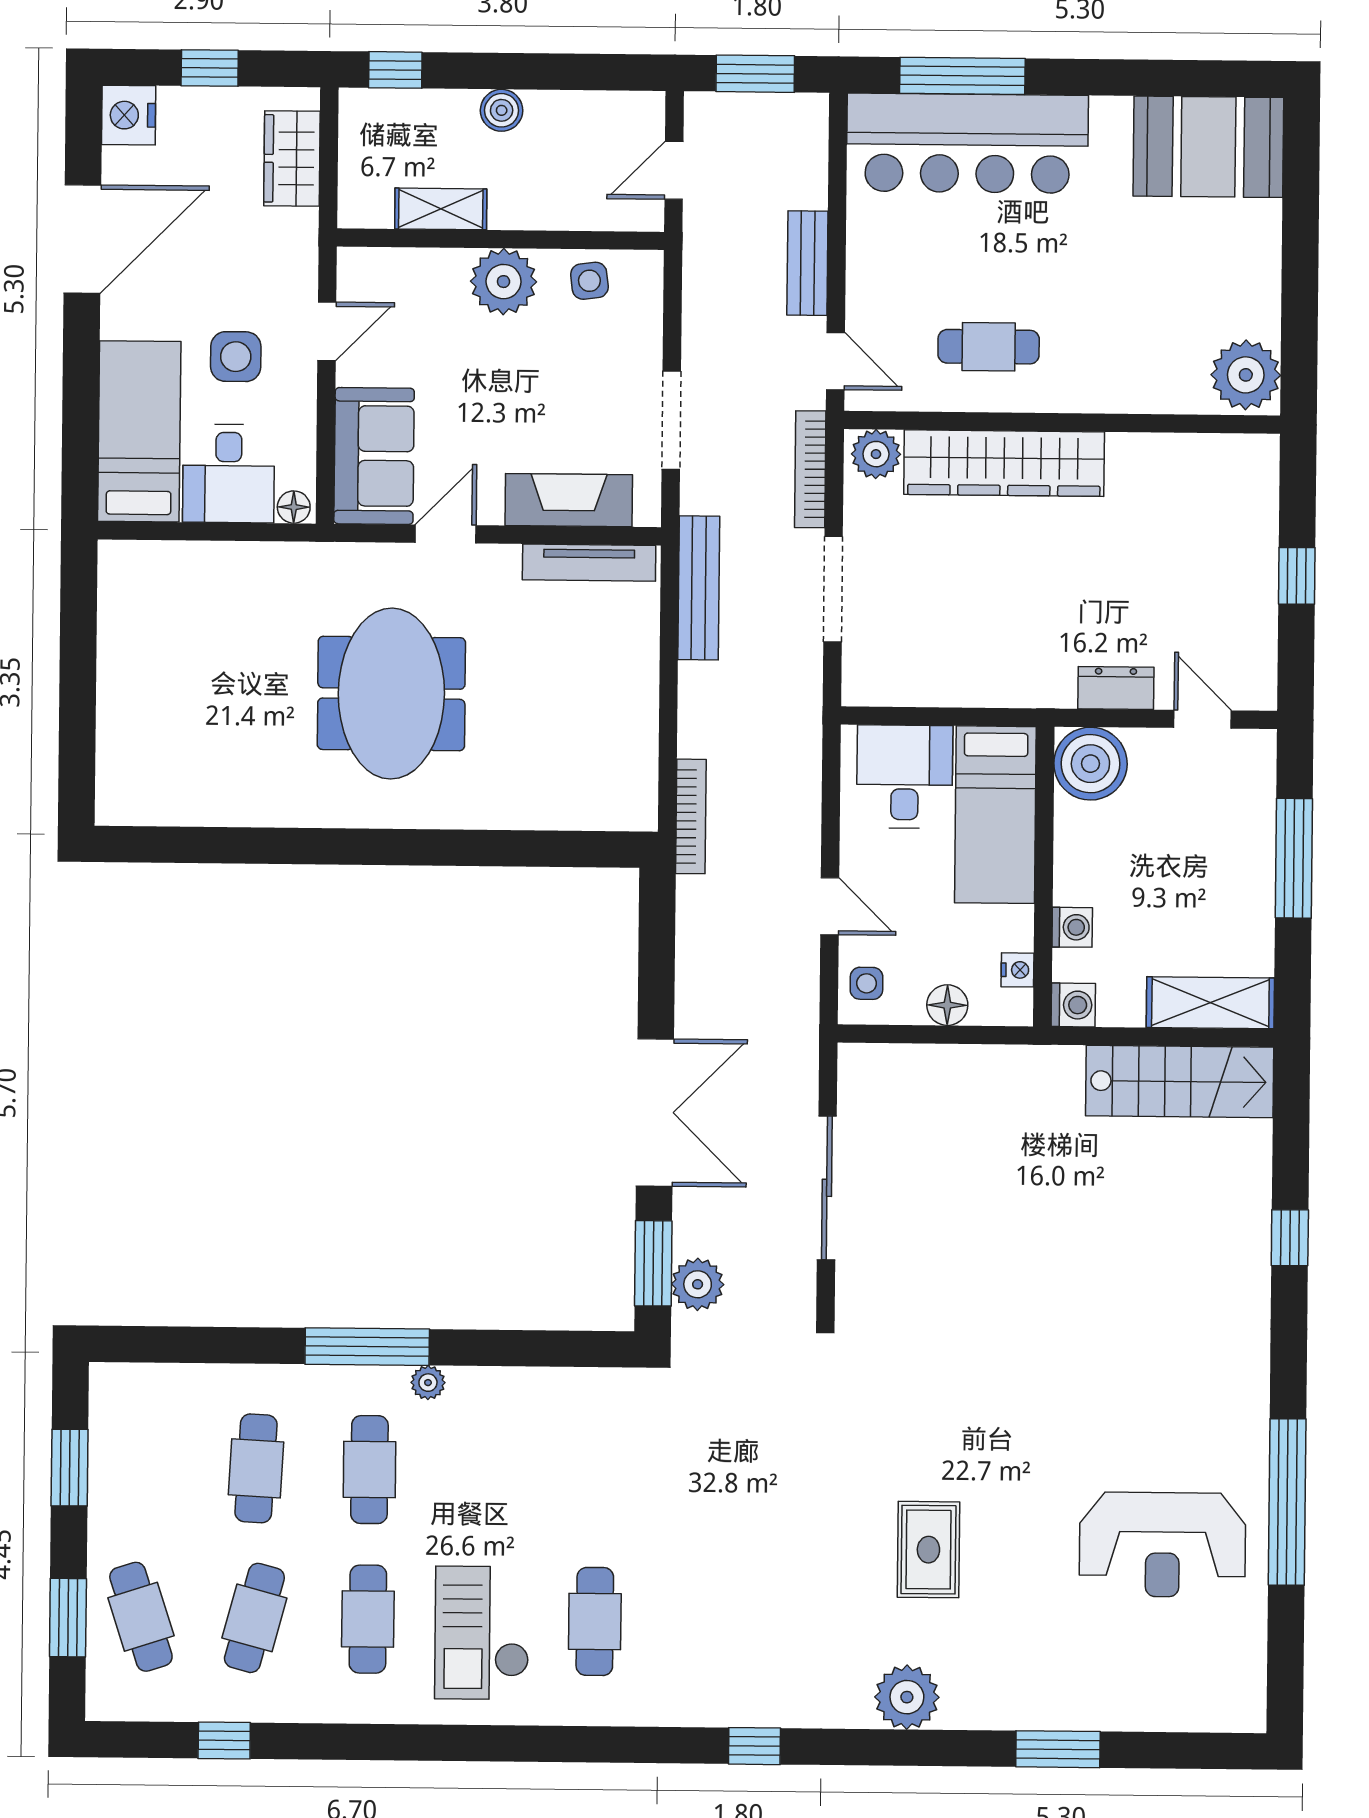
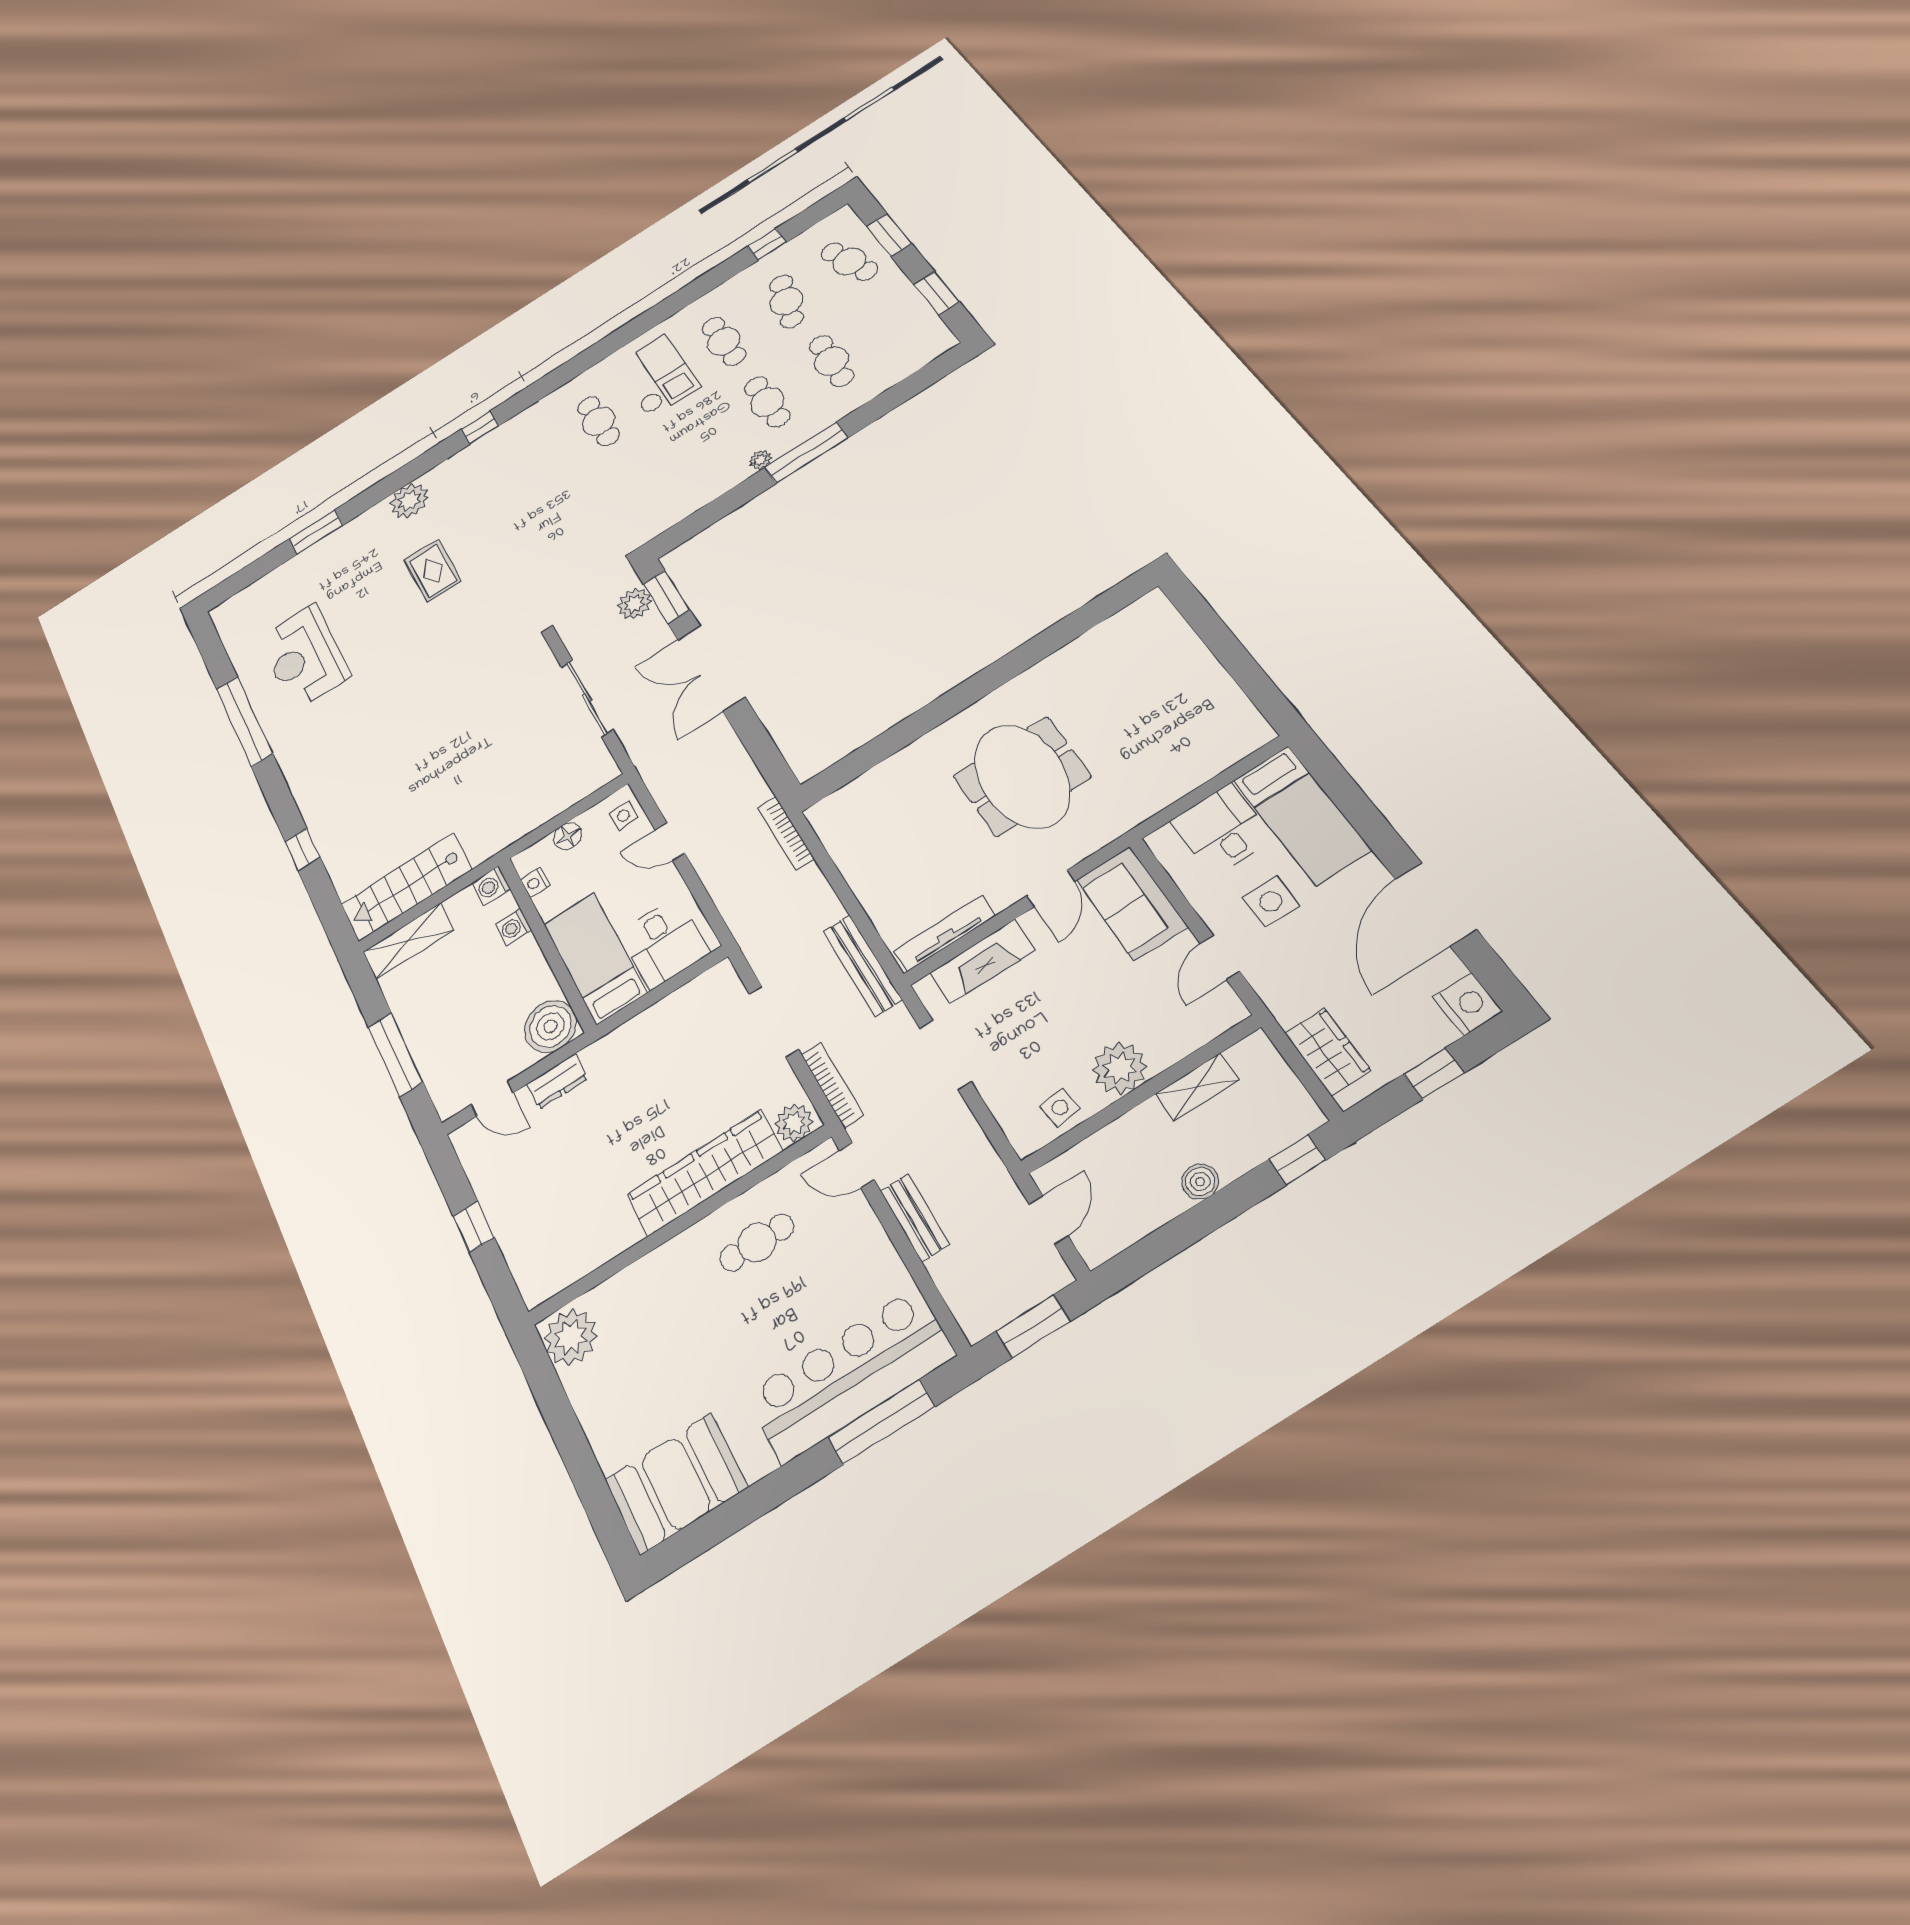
floor lamp: (294, 507) -> (1163, 839), removed
reception desk: (1162, 1545) -> (304, 657), turned -90

